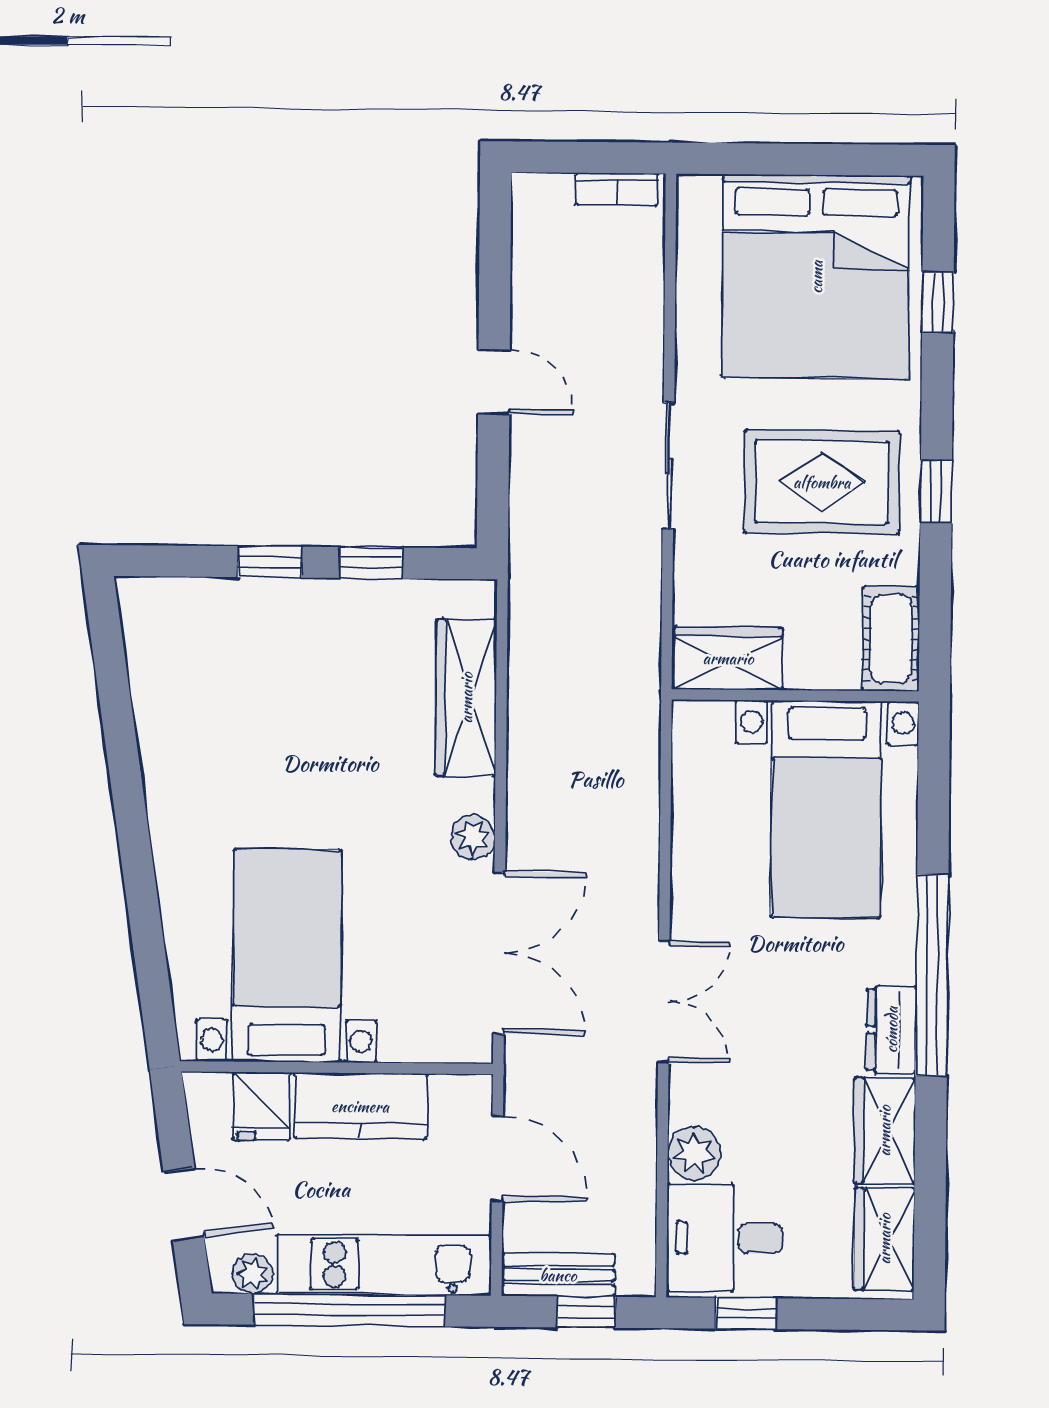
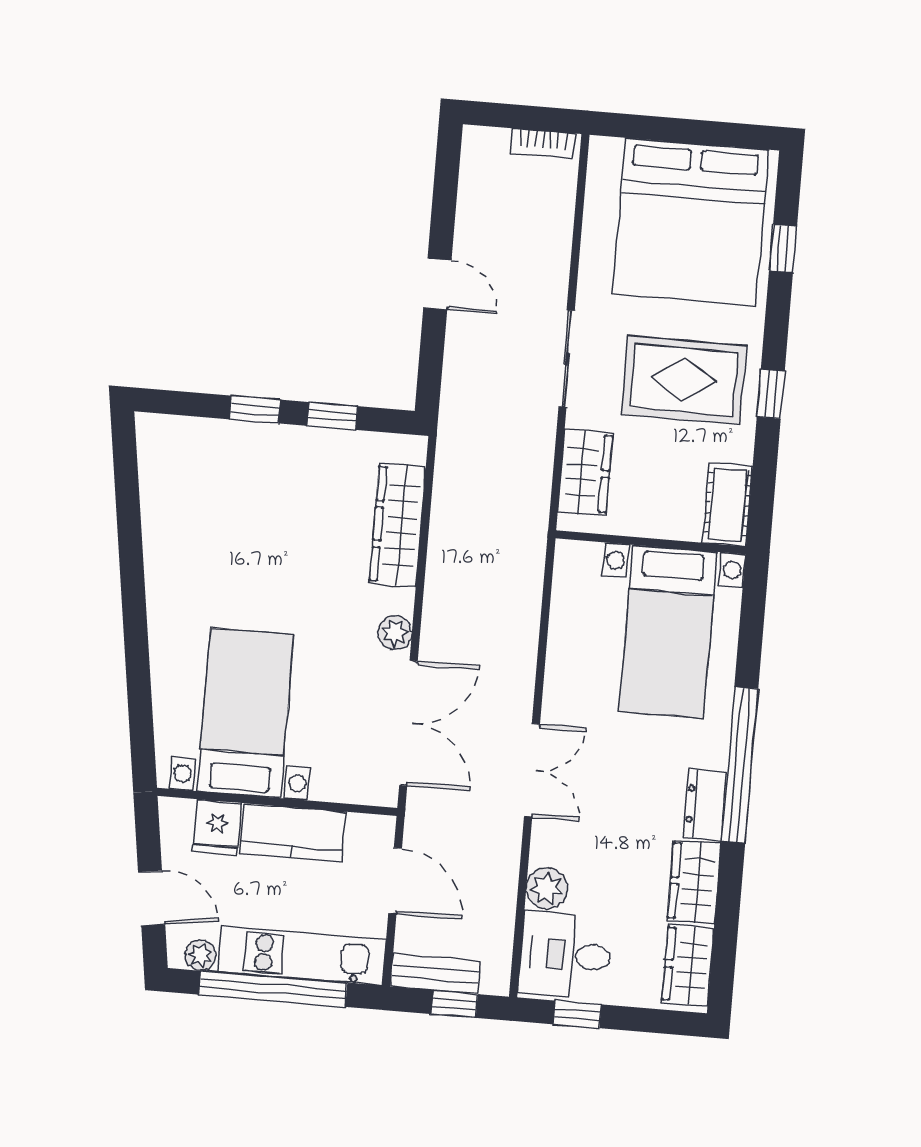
wardrobe: (728, 658) -> (585, 472), moved, turned 90

